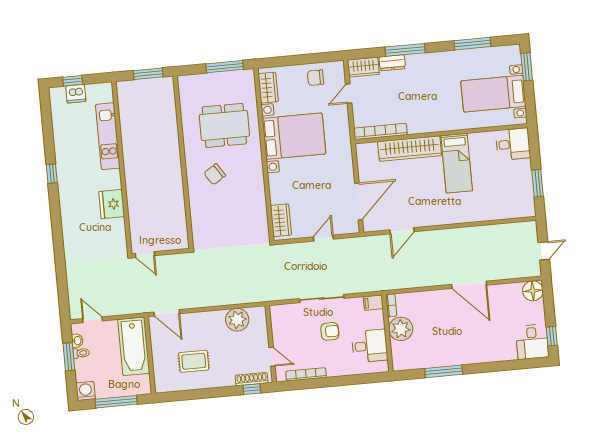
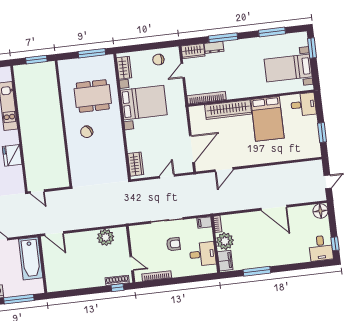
bed: (457, 163) -> (267, 119), width x1.50
filing cabinet: (400, 356) -> (225, 261), added
rug: (194, 361) -> (75, 268), removed

